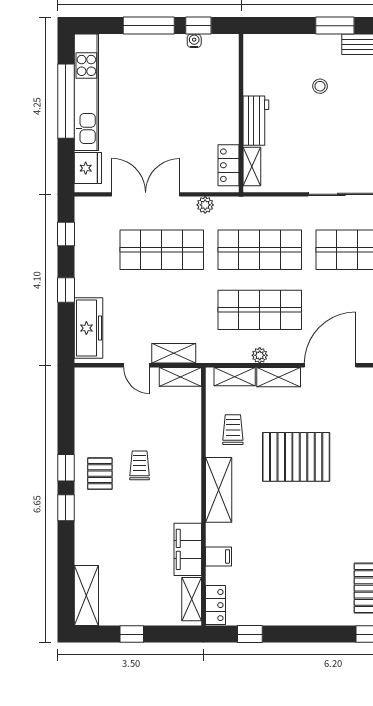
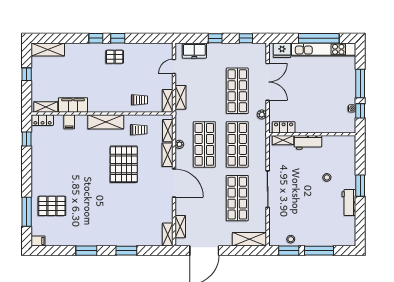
freezer: (88, 328) -> (194, 51), width x0.71
door: (137, 365) -> (174, 66), moved
trolley: (140, 465) -> (140, 100), moved

